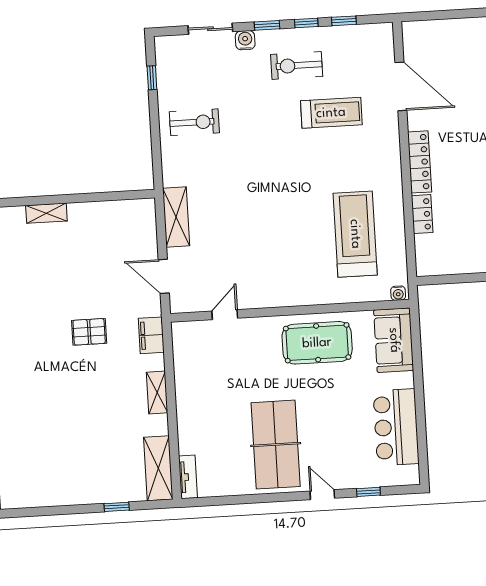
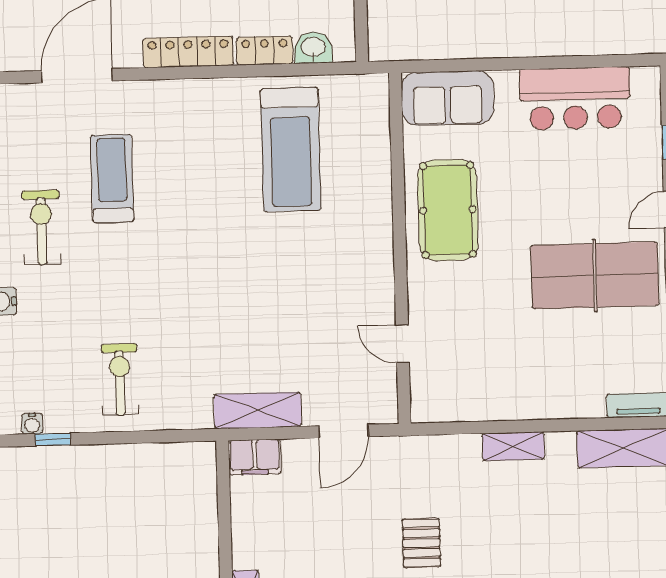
exercise bike: (297, 65) -> (41, 227), turned 180
treadmill: (355, 234) -> (291, 150), turned -90
washbasin: (425, 247) -> (313, 48), added
water cooler: (398, 293) -> (32, 424), moved, turned 90
filing cabinet: (151, 335) -> (255, 457), moved

